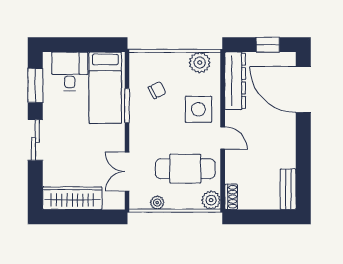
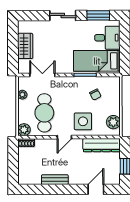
door: (303, 90) -> (96, 189), width x0.53
bench: (288, 189) -> (55, 180), moved
wardrobe: (72, 198) -> (25, 46), width x0.67

